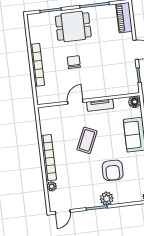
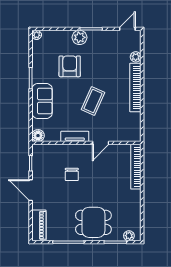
plant: (38, 18) -> (129, 236), added
chair: (74, 62) -> (72, 174), moved
bookcase: (37, 65) -> (136, 167), moved

